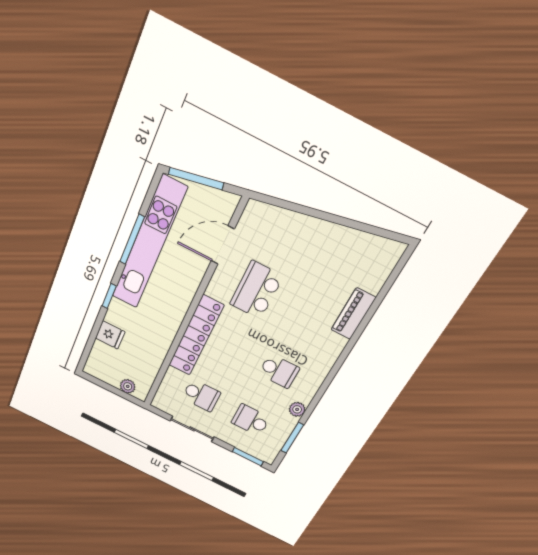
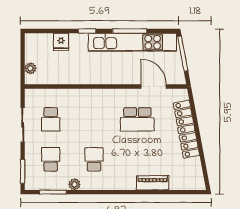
school desk: (256, 290) -> (137, 119), turned 180
locker: (196, 336) -> (186, 129), moved, turned 79
school desk: (279, 371) -> (94, 159), turned 180

